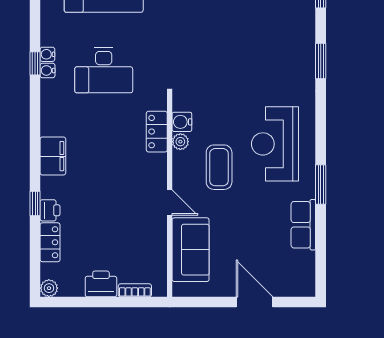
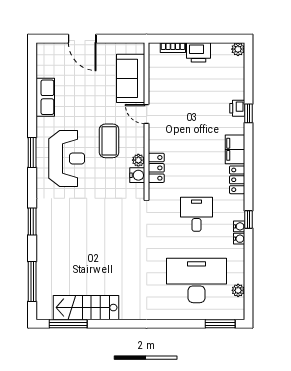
water cooler: (48, 70) -> (239, 239), moved
desk: (104, 70) -> (197, 214), width x0.73
window: (321, 184) -> (32, 152), moved
locker: (50, 242) -> (237, 180), moved

